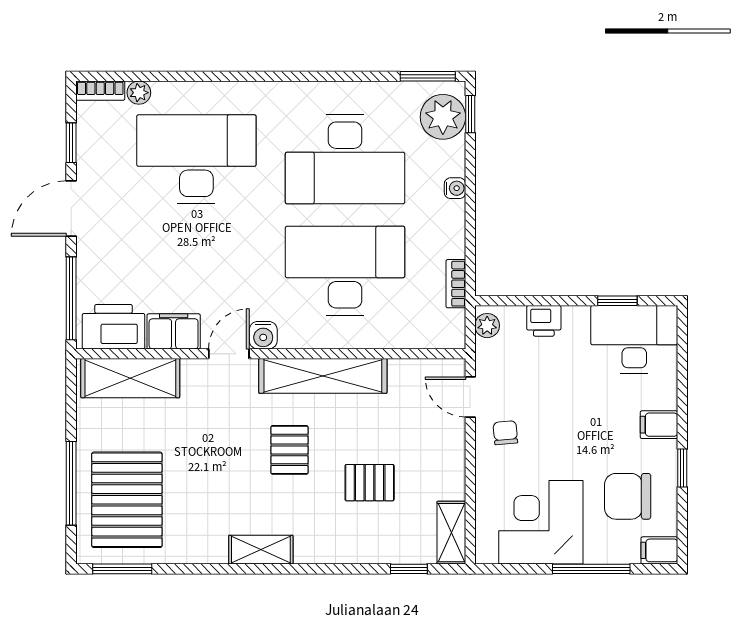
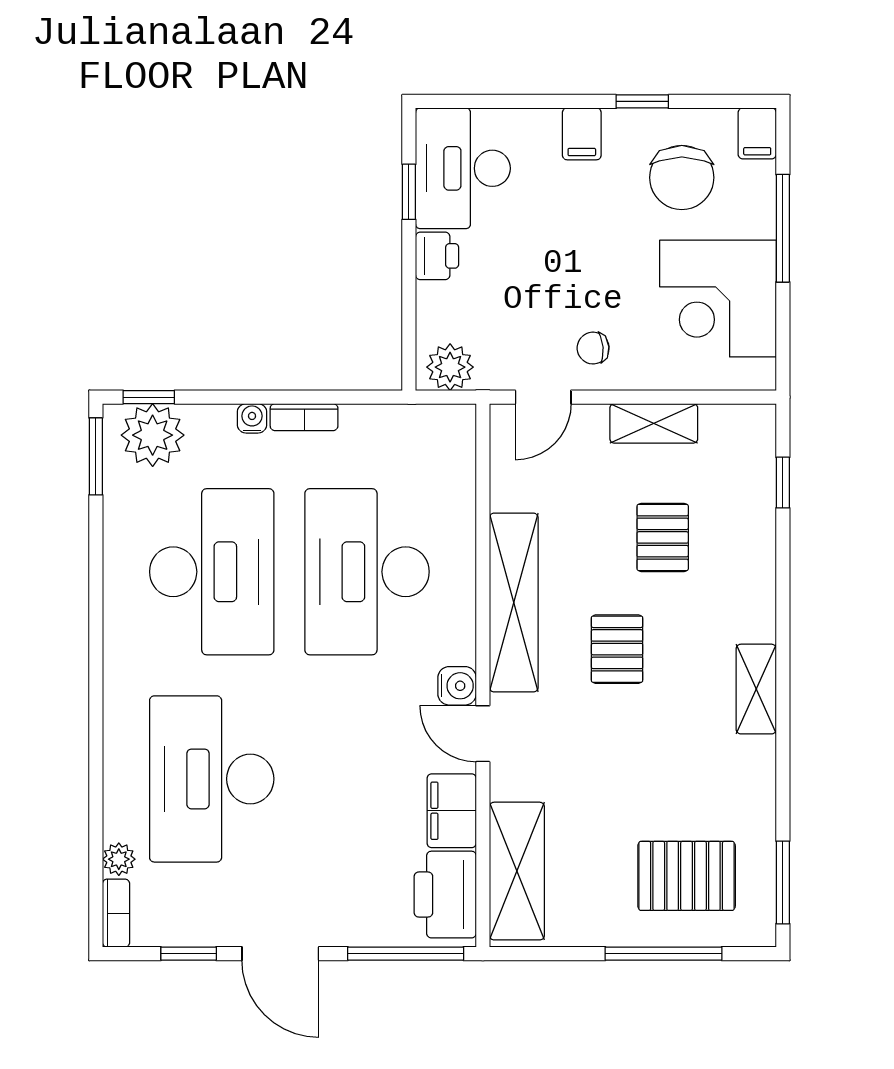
bookcase: (456, 284) -> (304, 417), moved
printer: (544, 321) -> (437, 256), moved
plant: (487, 326) -> (450, 367), width x1.38, depth x1.38
pallet: (289, 450) -> (617, 649), turned 90
pallet: (127, 500) -> (687, 876), width x0.73, depth x0.71
shelving: (451, 533) -> (654, 423), moved

